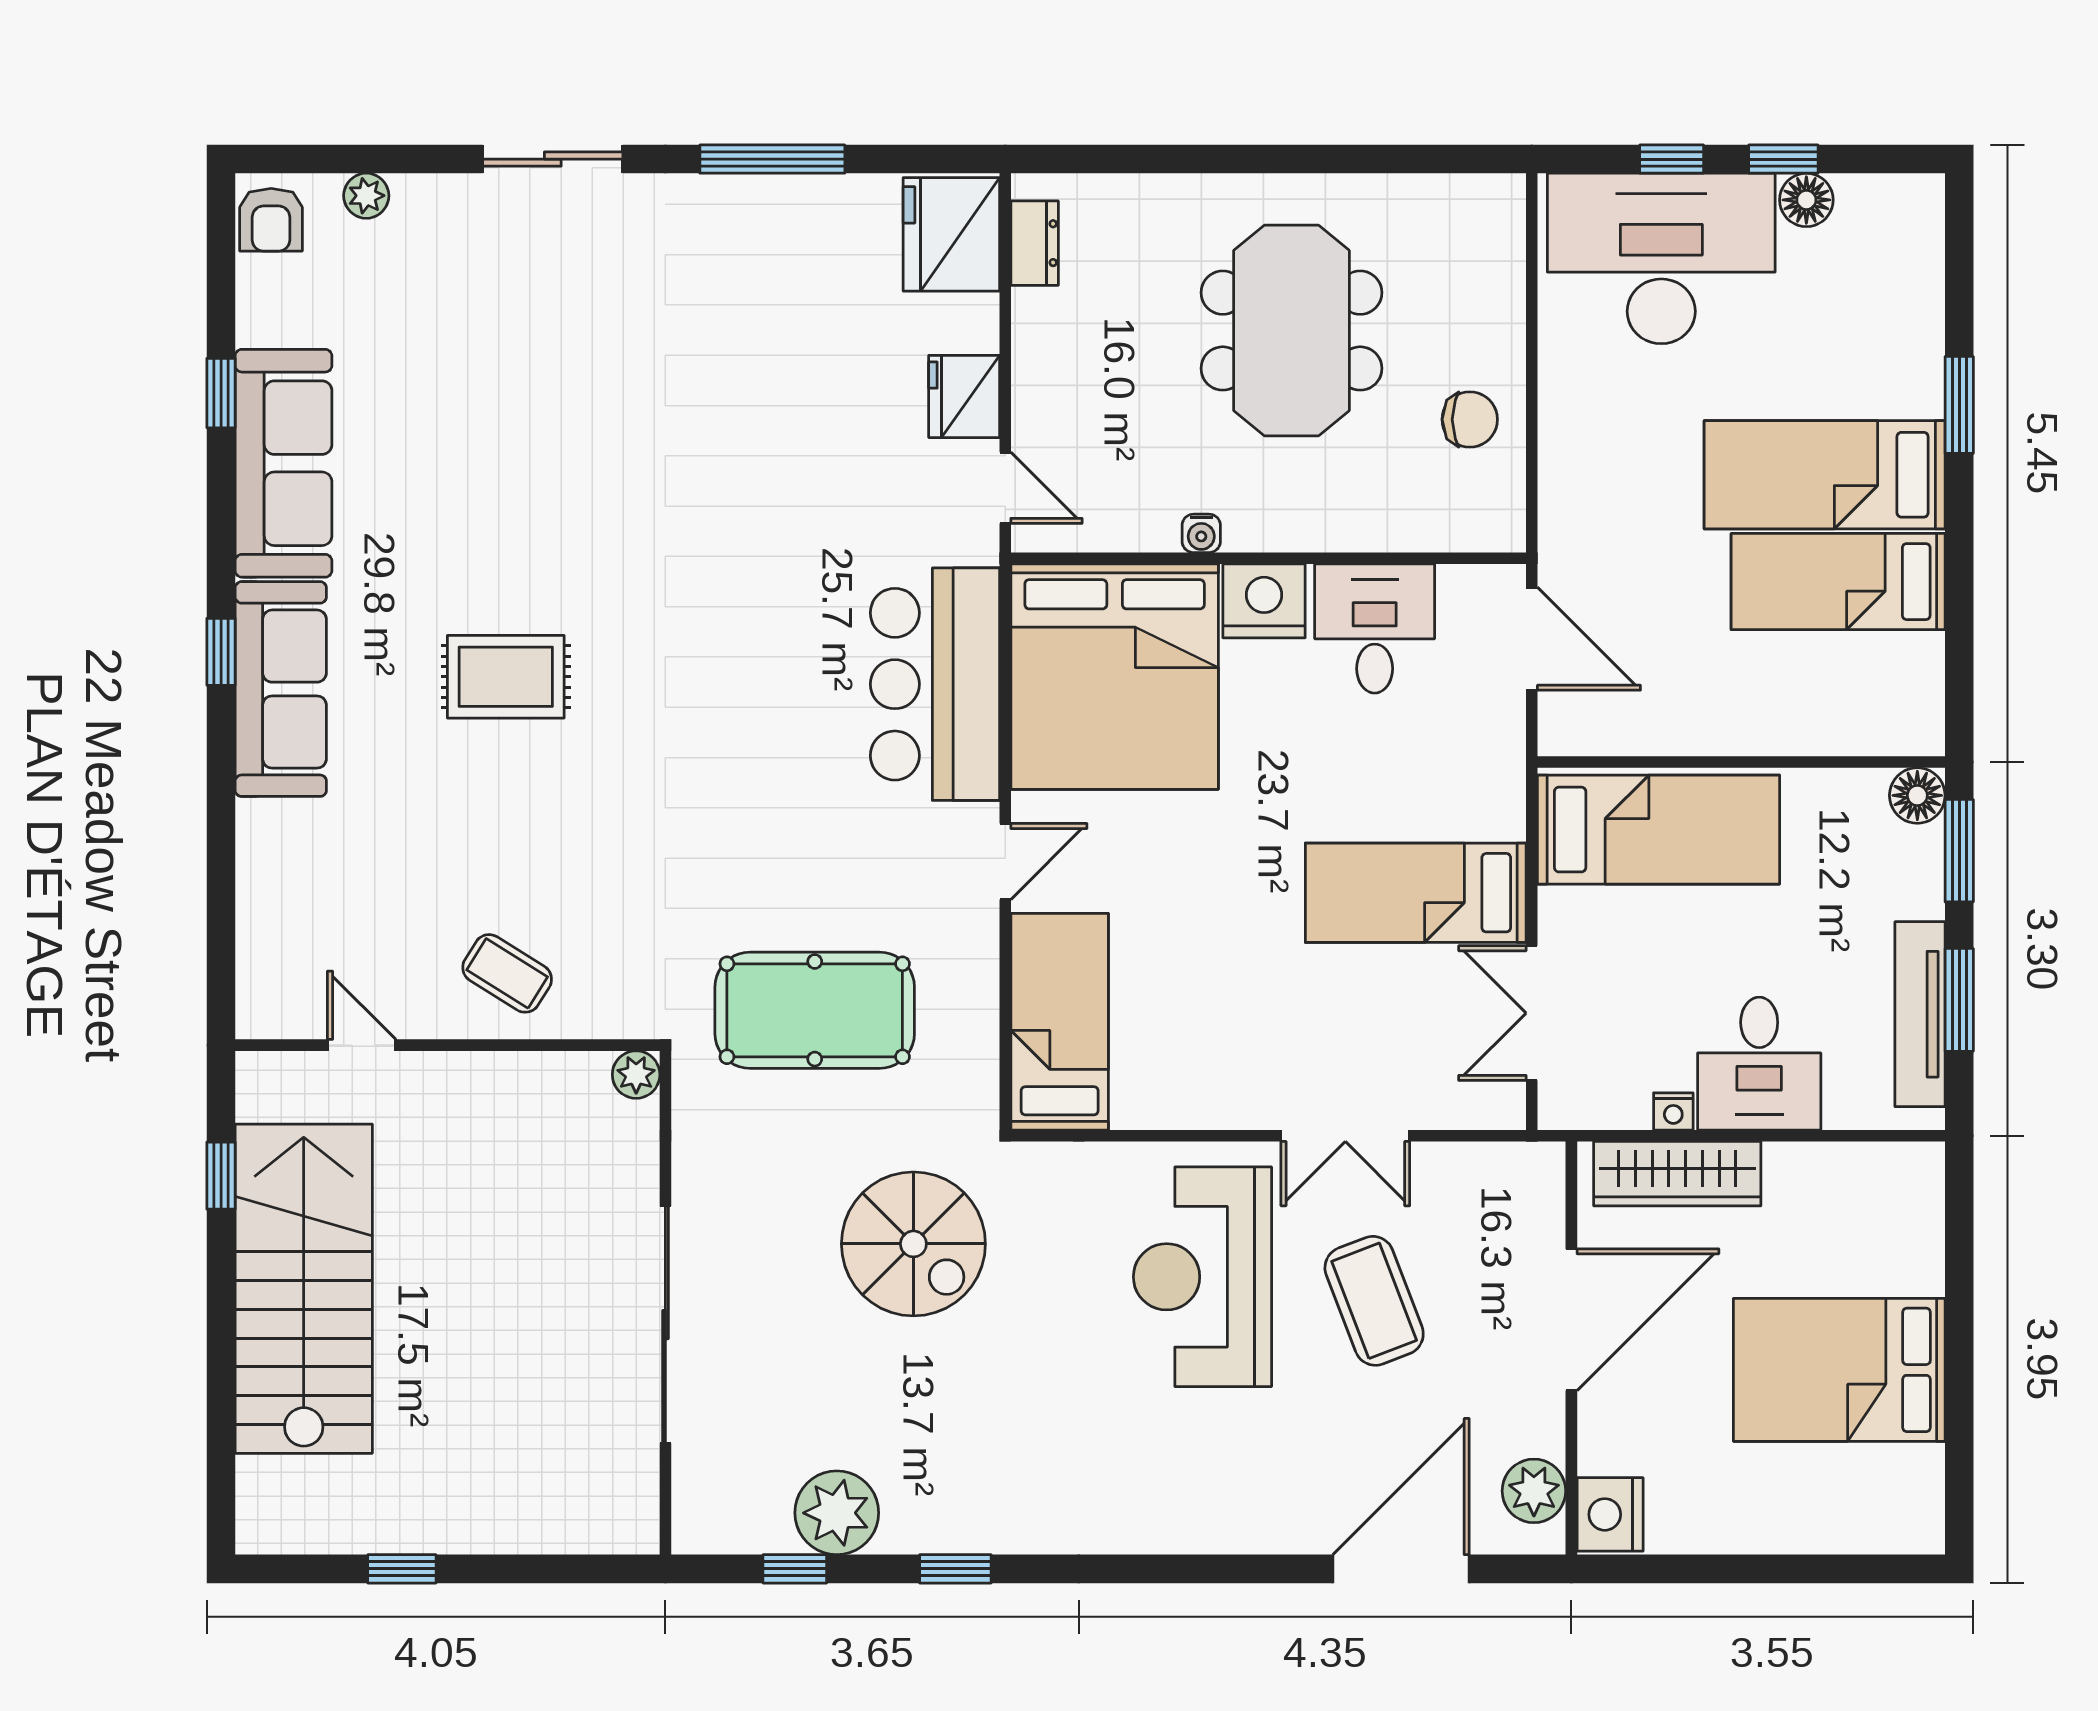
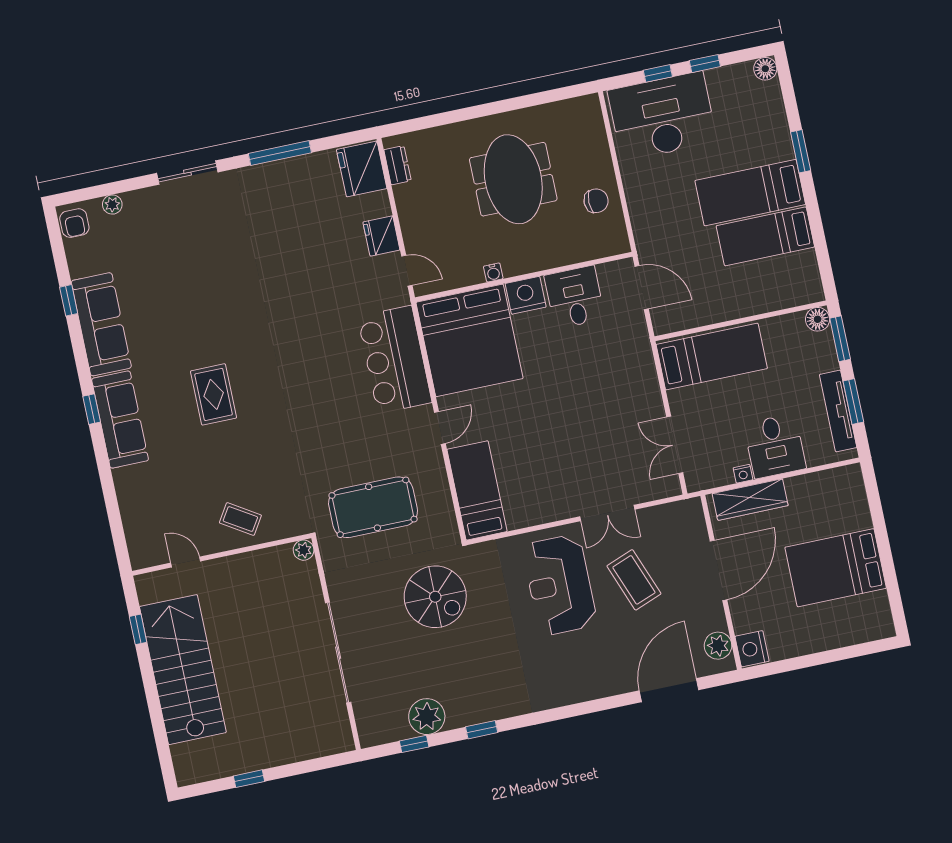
floor lamp: (1806, 200) -> (765, 69), moved
rug: (506, 677) -> (214, 394), turned 90
bed: (1416, 893) -> (615, 405), removed

